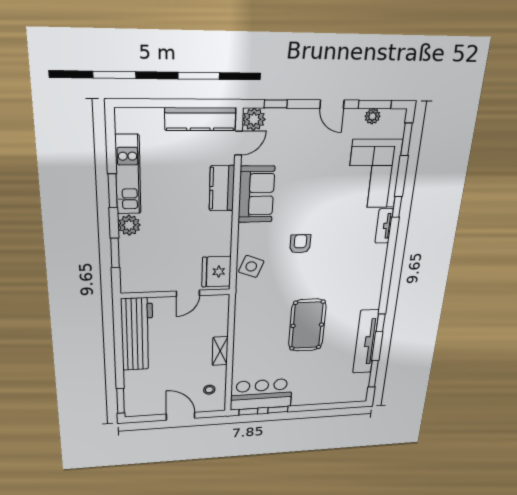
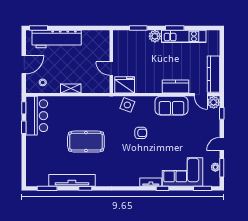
workbench: (137, 334) -> (57, 39), moved

